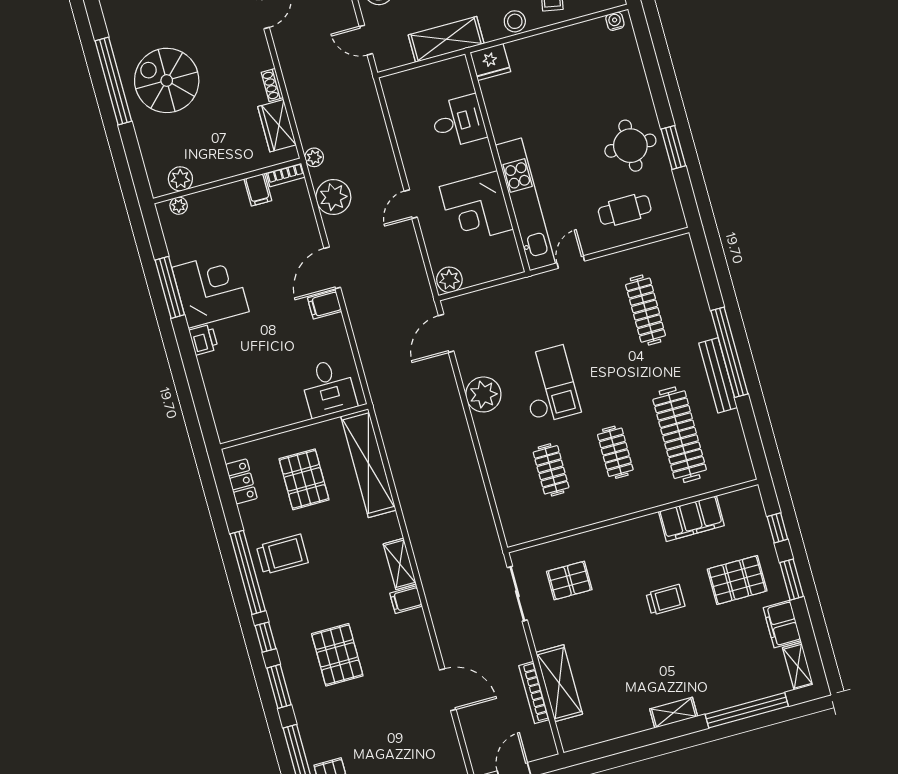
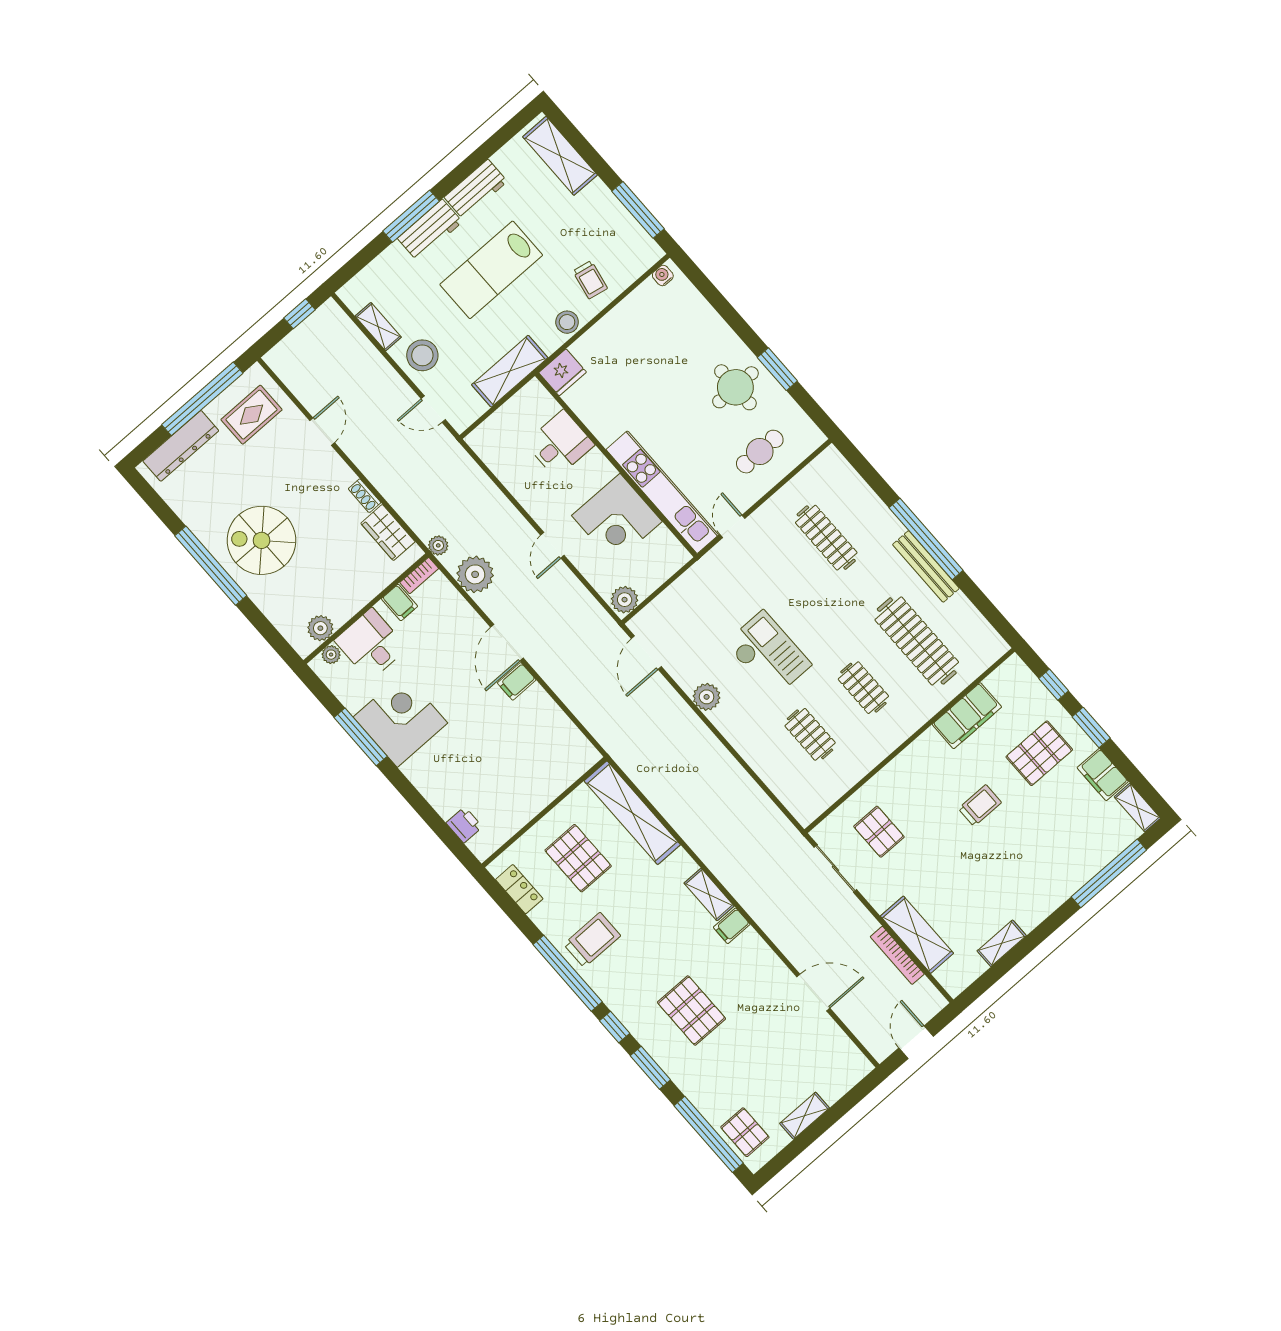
printer: (204, 340) -> (464, 825), moved
desk: (328, 388) -> (371, 644), moved, turned 180
plant: (483, 394) -> (707, 697), width x0.73, depth x0.73
pallet: (569, 580) -> (879, 832), turned 90
shelving: (674, 713) -> (1002, 943), moved

